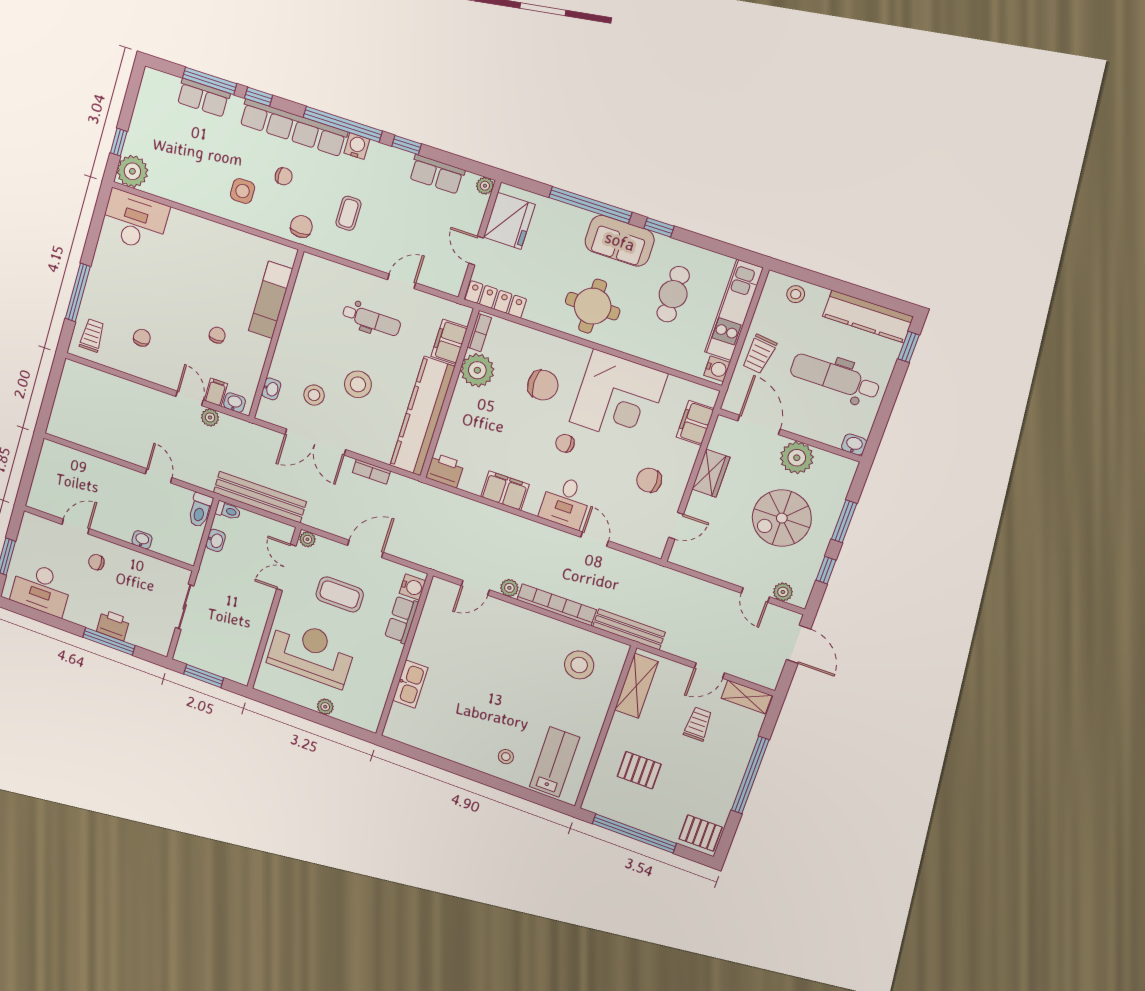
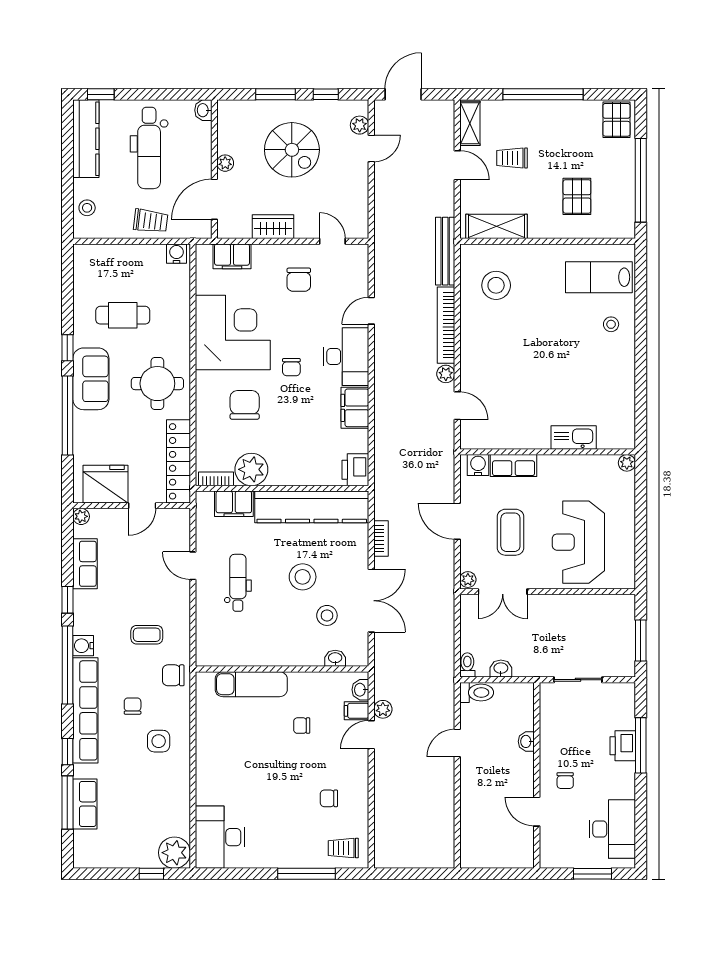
locker: (496, 299) -> (178, 461), width x1.41, depth x1.21
kitchen unit: (734, 310) -> (119, 257), removed
plant: (797, 458) -> (225, 163), width x0.53, depth x0.53
bench: (260, 497) -> (443, 638), removed
desk: (566, 502) -> (346, 357), width x1.37
plant: (325, 707) -> (627, 463), moved

